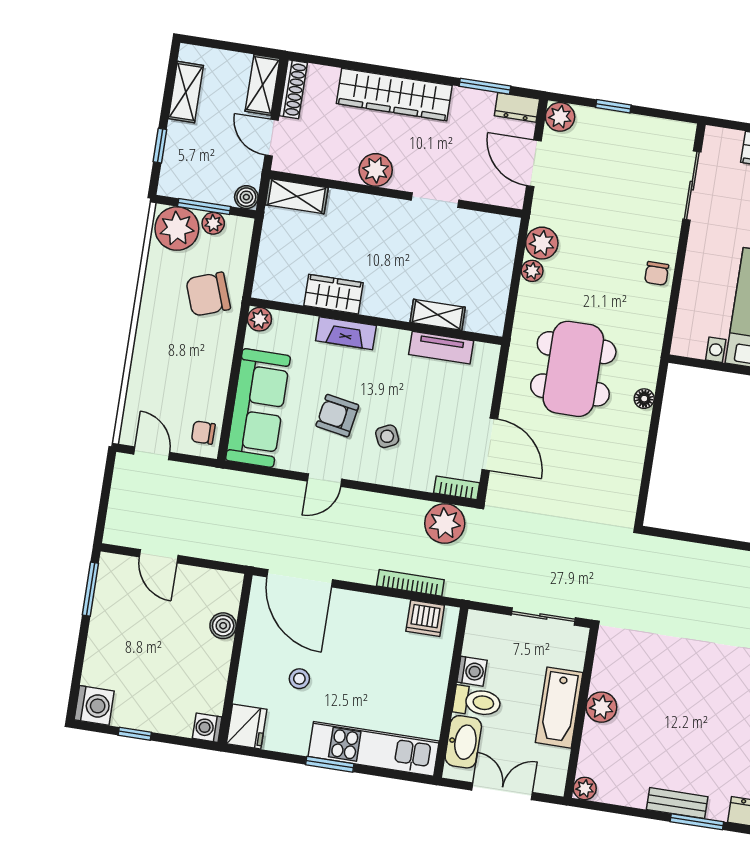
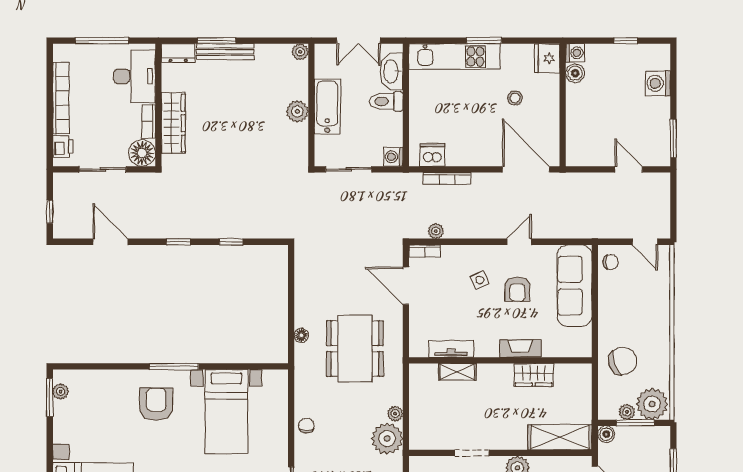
shelving: (297, 196) -> (560, 437), width x1.50, depth x1.33
plant: (542, 243) -> (387, 439), width x1.36, depth x1.36
plant: (259, 319) -> (583, 349), removed
armchair: (337, 416) -> (517, 289), turned 80
plant: (445, 523) -> (436, 231), width x0.53, depth x0.53
window: (720, 542) -> (231, 242), added
boiler: (223, 626) -> (575, 73), moved
washing machine: (472, 671) -> (393, 157), moved
washing machine: (94, 705) -> (658, 83), moved
bench: (677, 803) -> (225, 52), width x1.36

